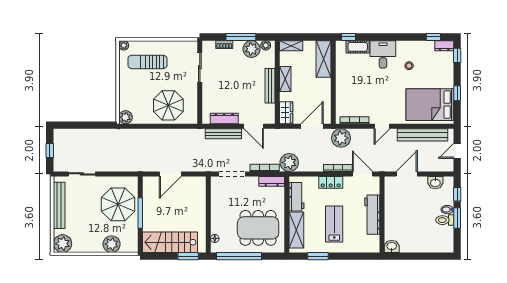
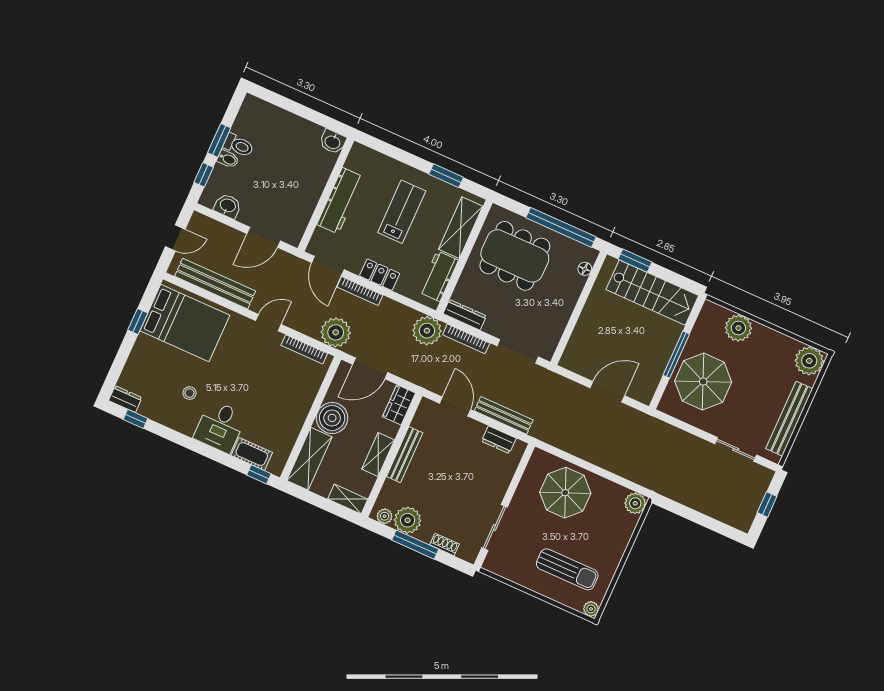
window: (457, 55) -> (113, 377), removed
boiler: (321, 88) -> (332, 418), added
dresser: (224, 119) -> (499, 440), width x0.70
lab bench: (334, 224) -> (402, 212), turned 180

